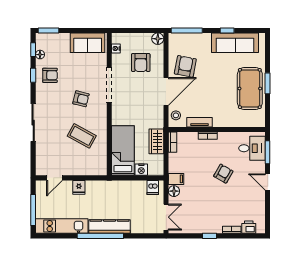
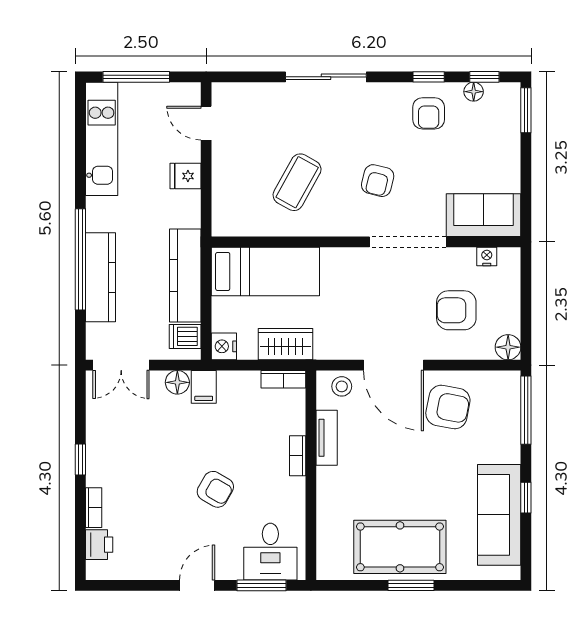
sofa: (88, 43) -> (484, 215), moved, turned 90
nightstand: (141, 170) -> (224, 346), moved
kitchen counter: (125, 187) -> (185, 275), added
kitchen counter: (109, 227) -> (100, 277), moved
window: (100, 236) -> (80, 259), moved

